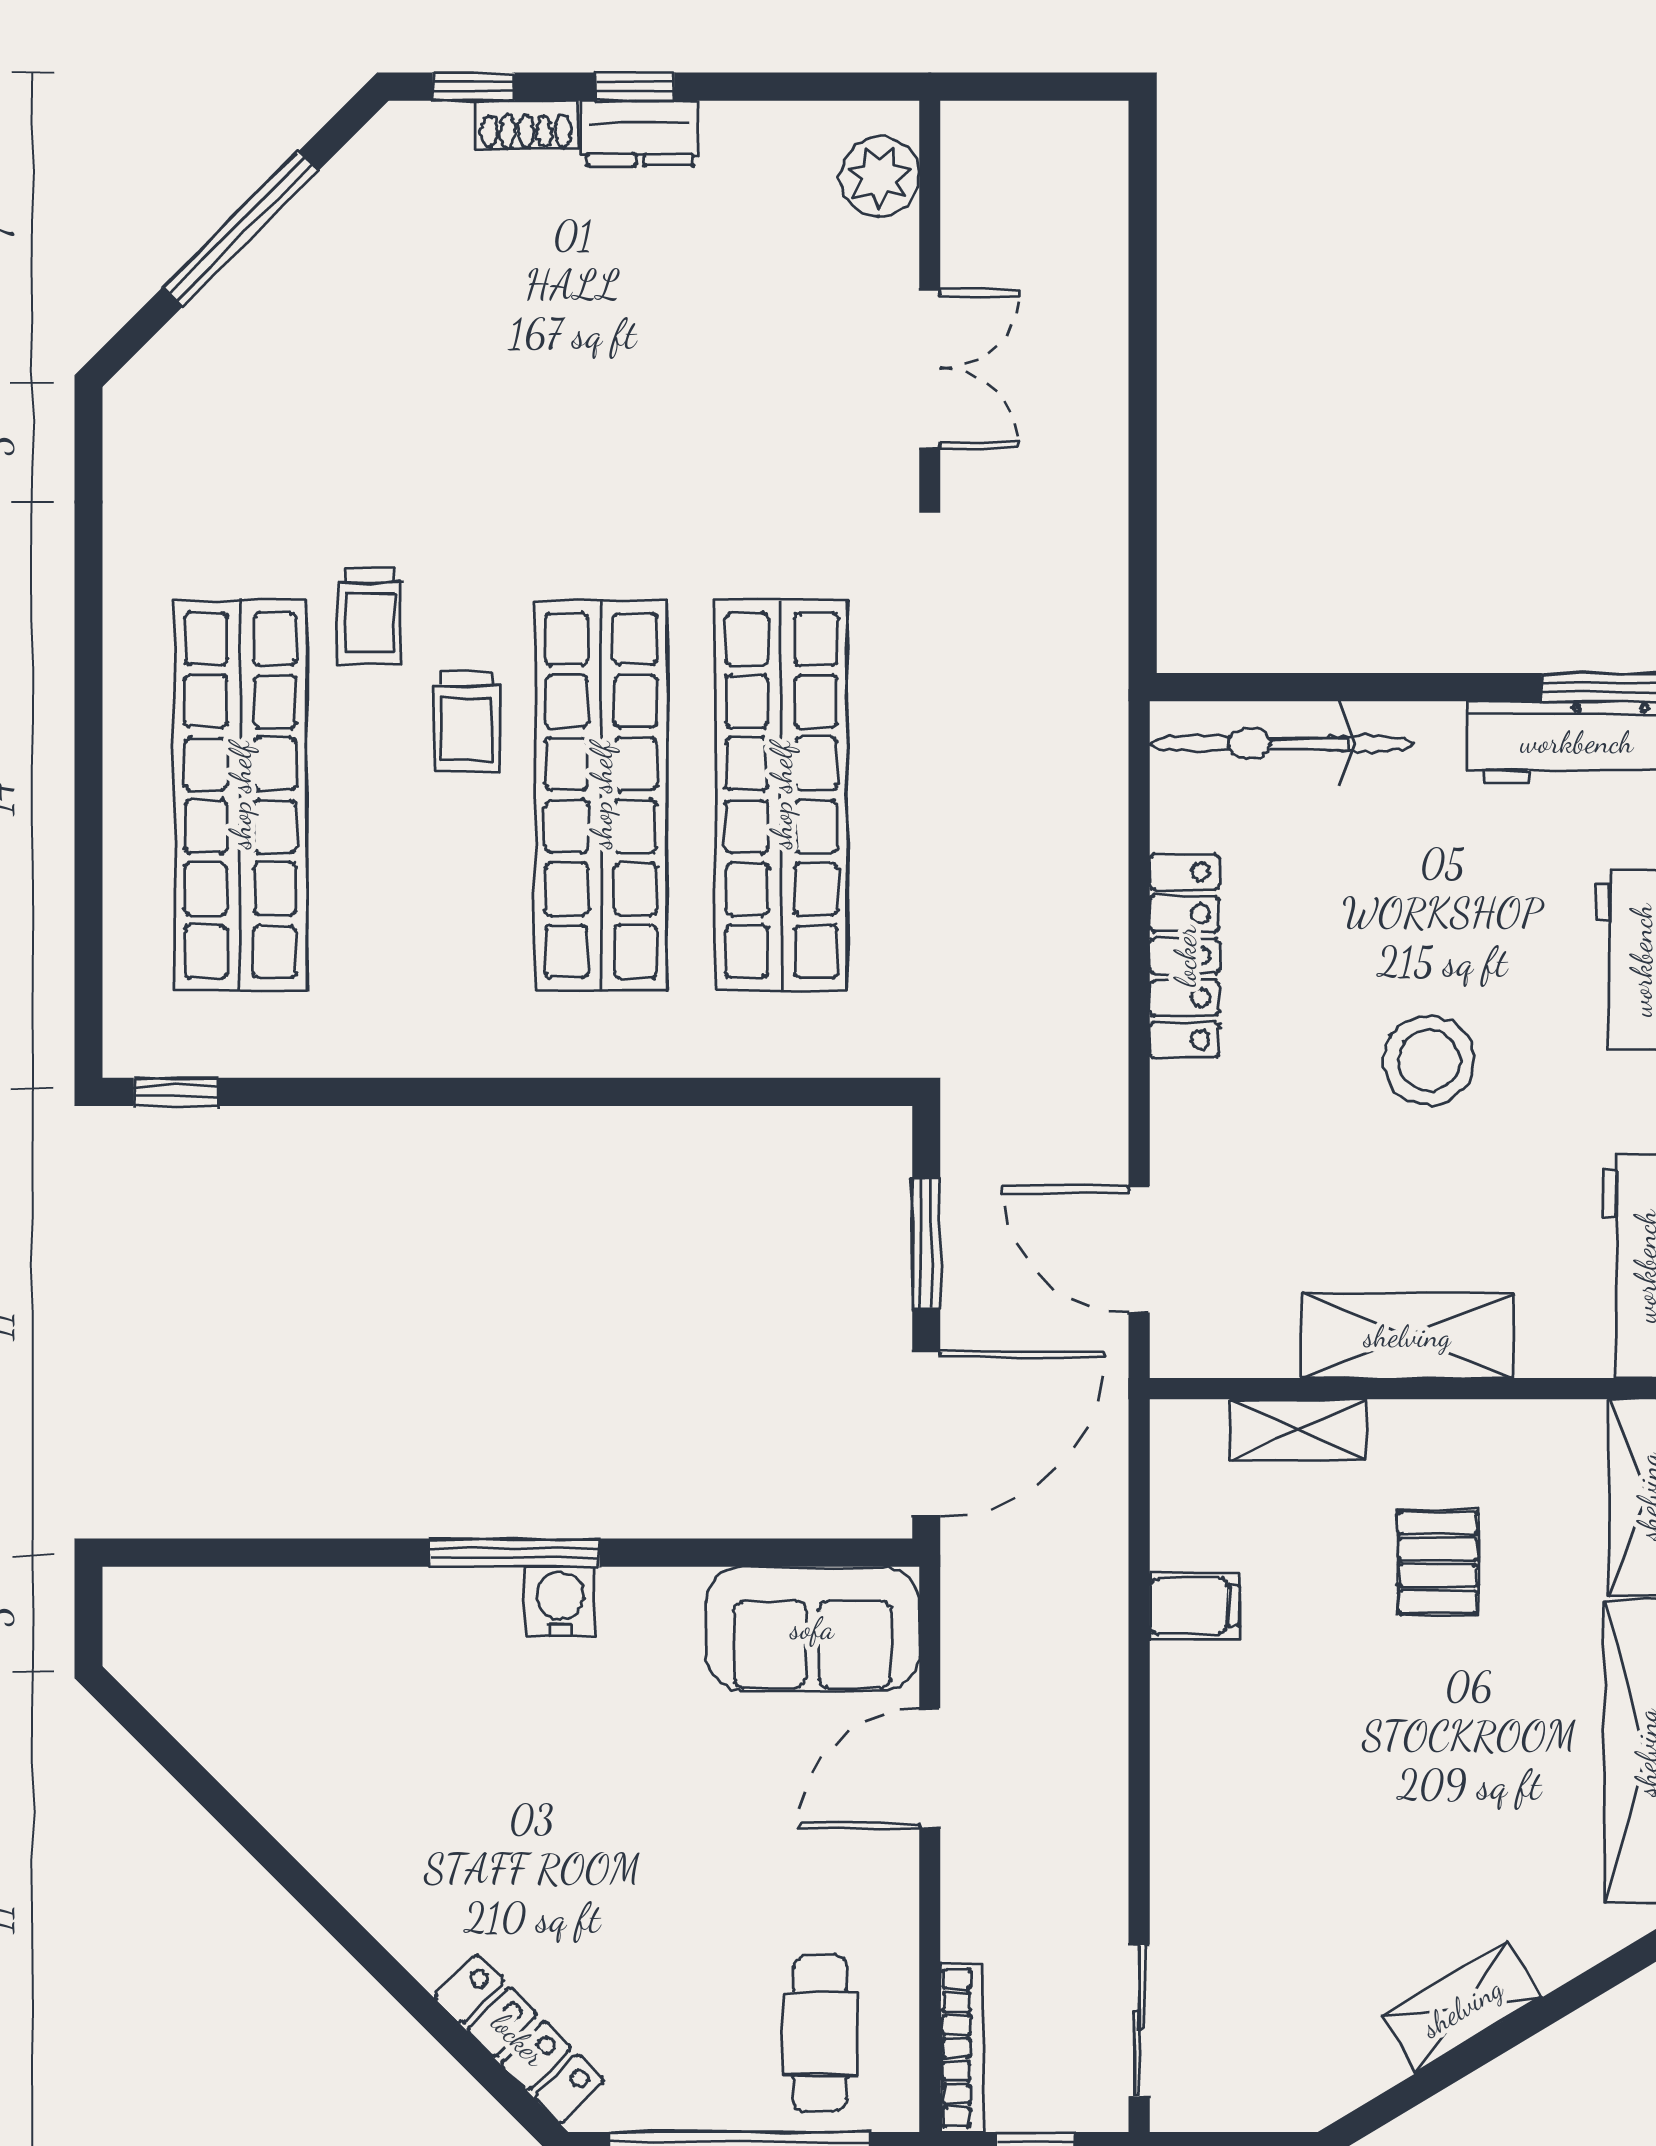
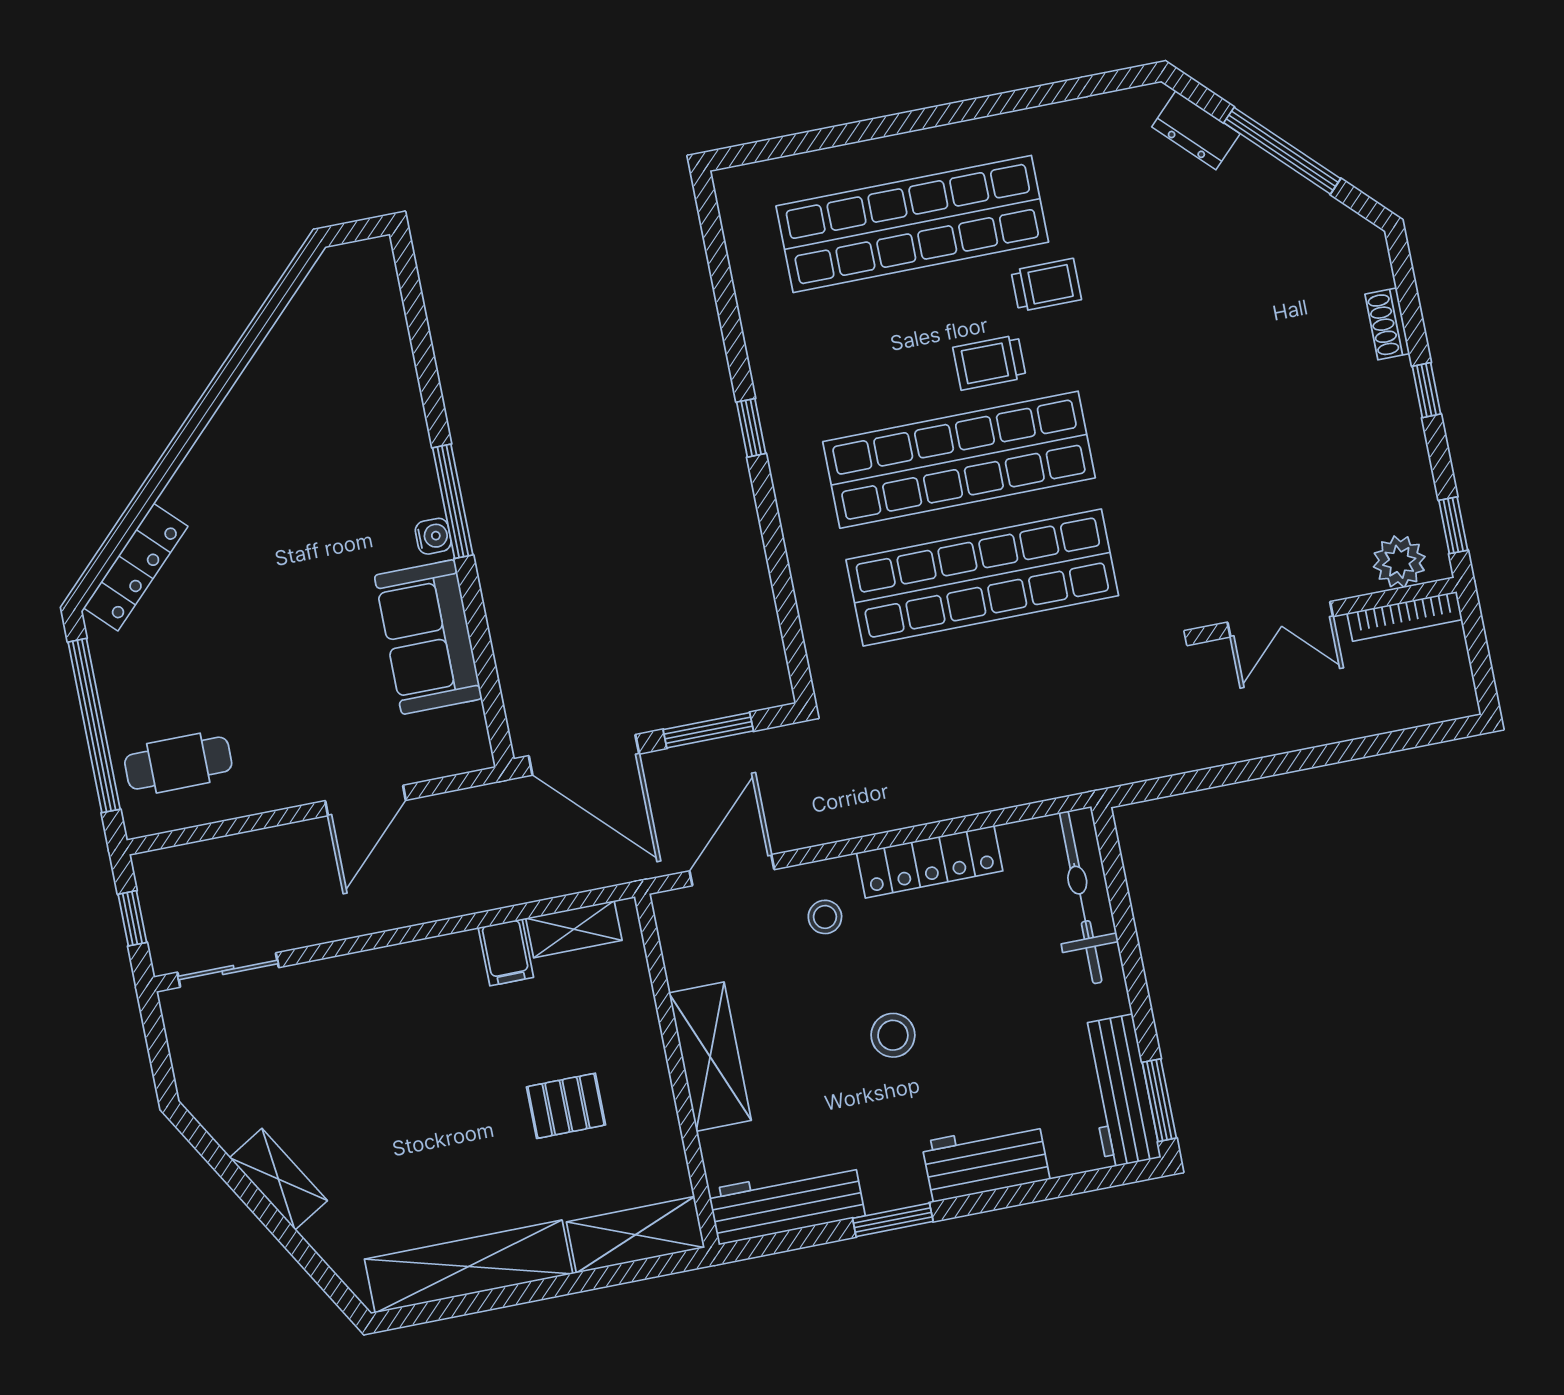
window: (474, 87) -> (1453, 525), moved
dresser: (640, 133) -> (1196, 130), moved, turned -45
trolley: (369, 616) -> (1046, 285), turned 180
stool: (1429, 1060) -> (893, 1035), width x0.73, depth x0.73
window: (176, 1092) -> (751, 428), moved
stool: (1235, 1126) -> (825, 917), added
shelving: (1298, 1430) -> (574, 929), moved, turned 90
water cooler: (560, 1601) -> (433, 536), width x0.72, depth x0.72
sofa: (812, 1628) -> (428, 637), moved
door: (930, 1768) -> (366, 800), swing flipped
bookcase: (962, 2048) -> (1405, 616), moved

